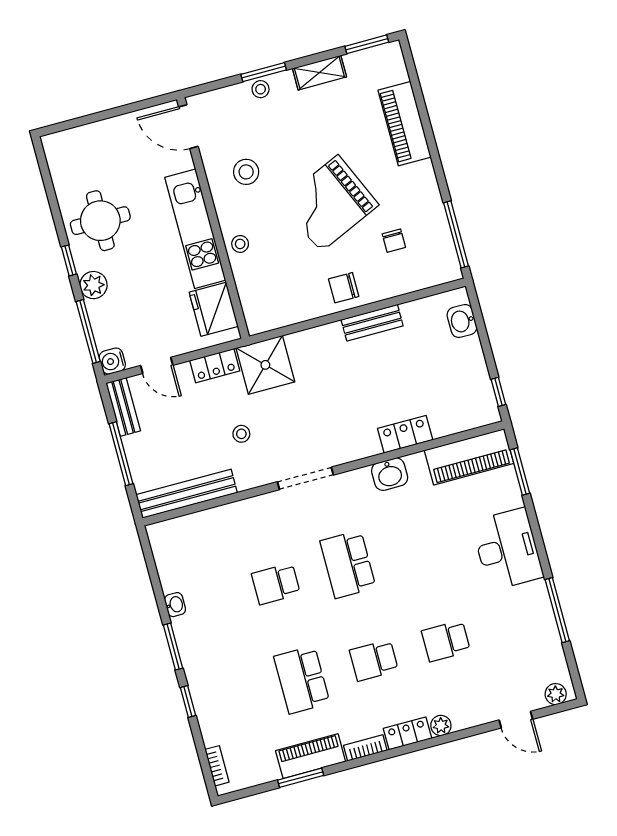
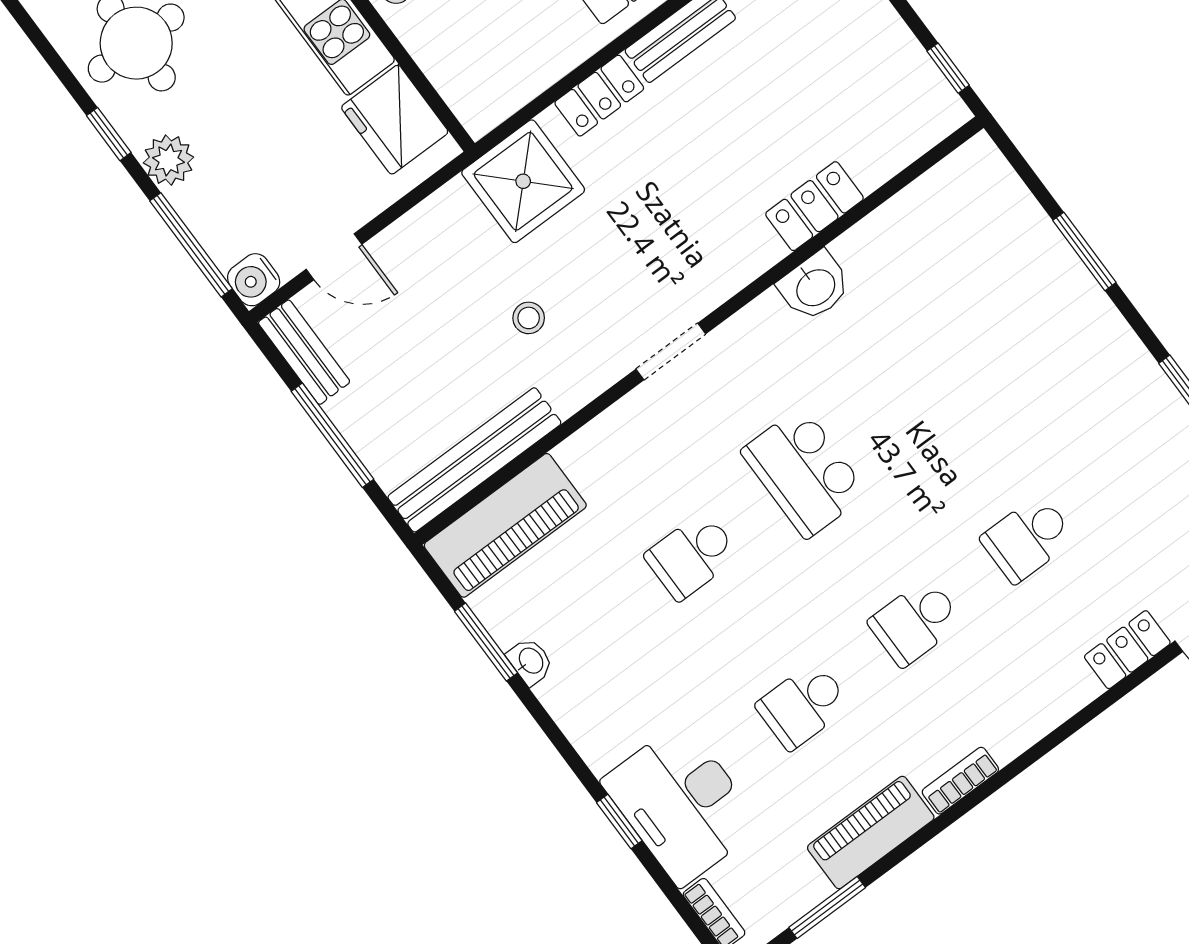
locker: (215, 366) -> (599, 96), moved
piano: (469, 457) -> (505, 525), moved
window: (520, 472) -> (1084, 251), moved
doorway: (305, 478) -> (671, 351), width x0.73
desk: (507, 549) -> (682, 804), moved, turned 180
window: (173, 647) -> (486, 642), moved
school desk: (302, 680) -> (803, 705), width x0.54
plant: (441, 726) -> (1077, 690), removed
locker: (408, 733) -> (1127, 650), moved
window: (301, 778) -> (827, 907), moved

